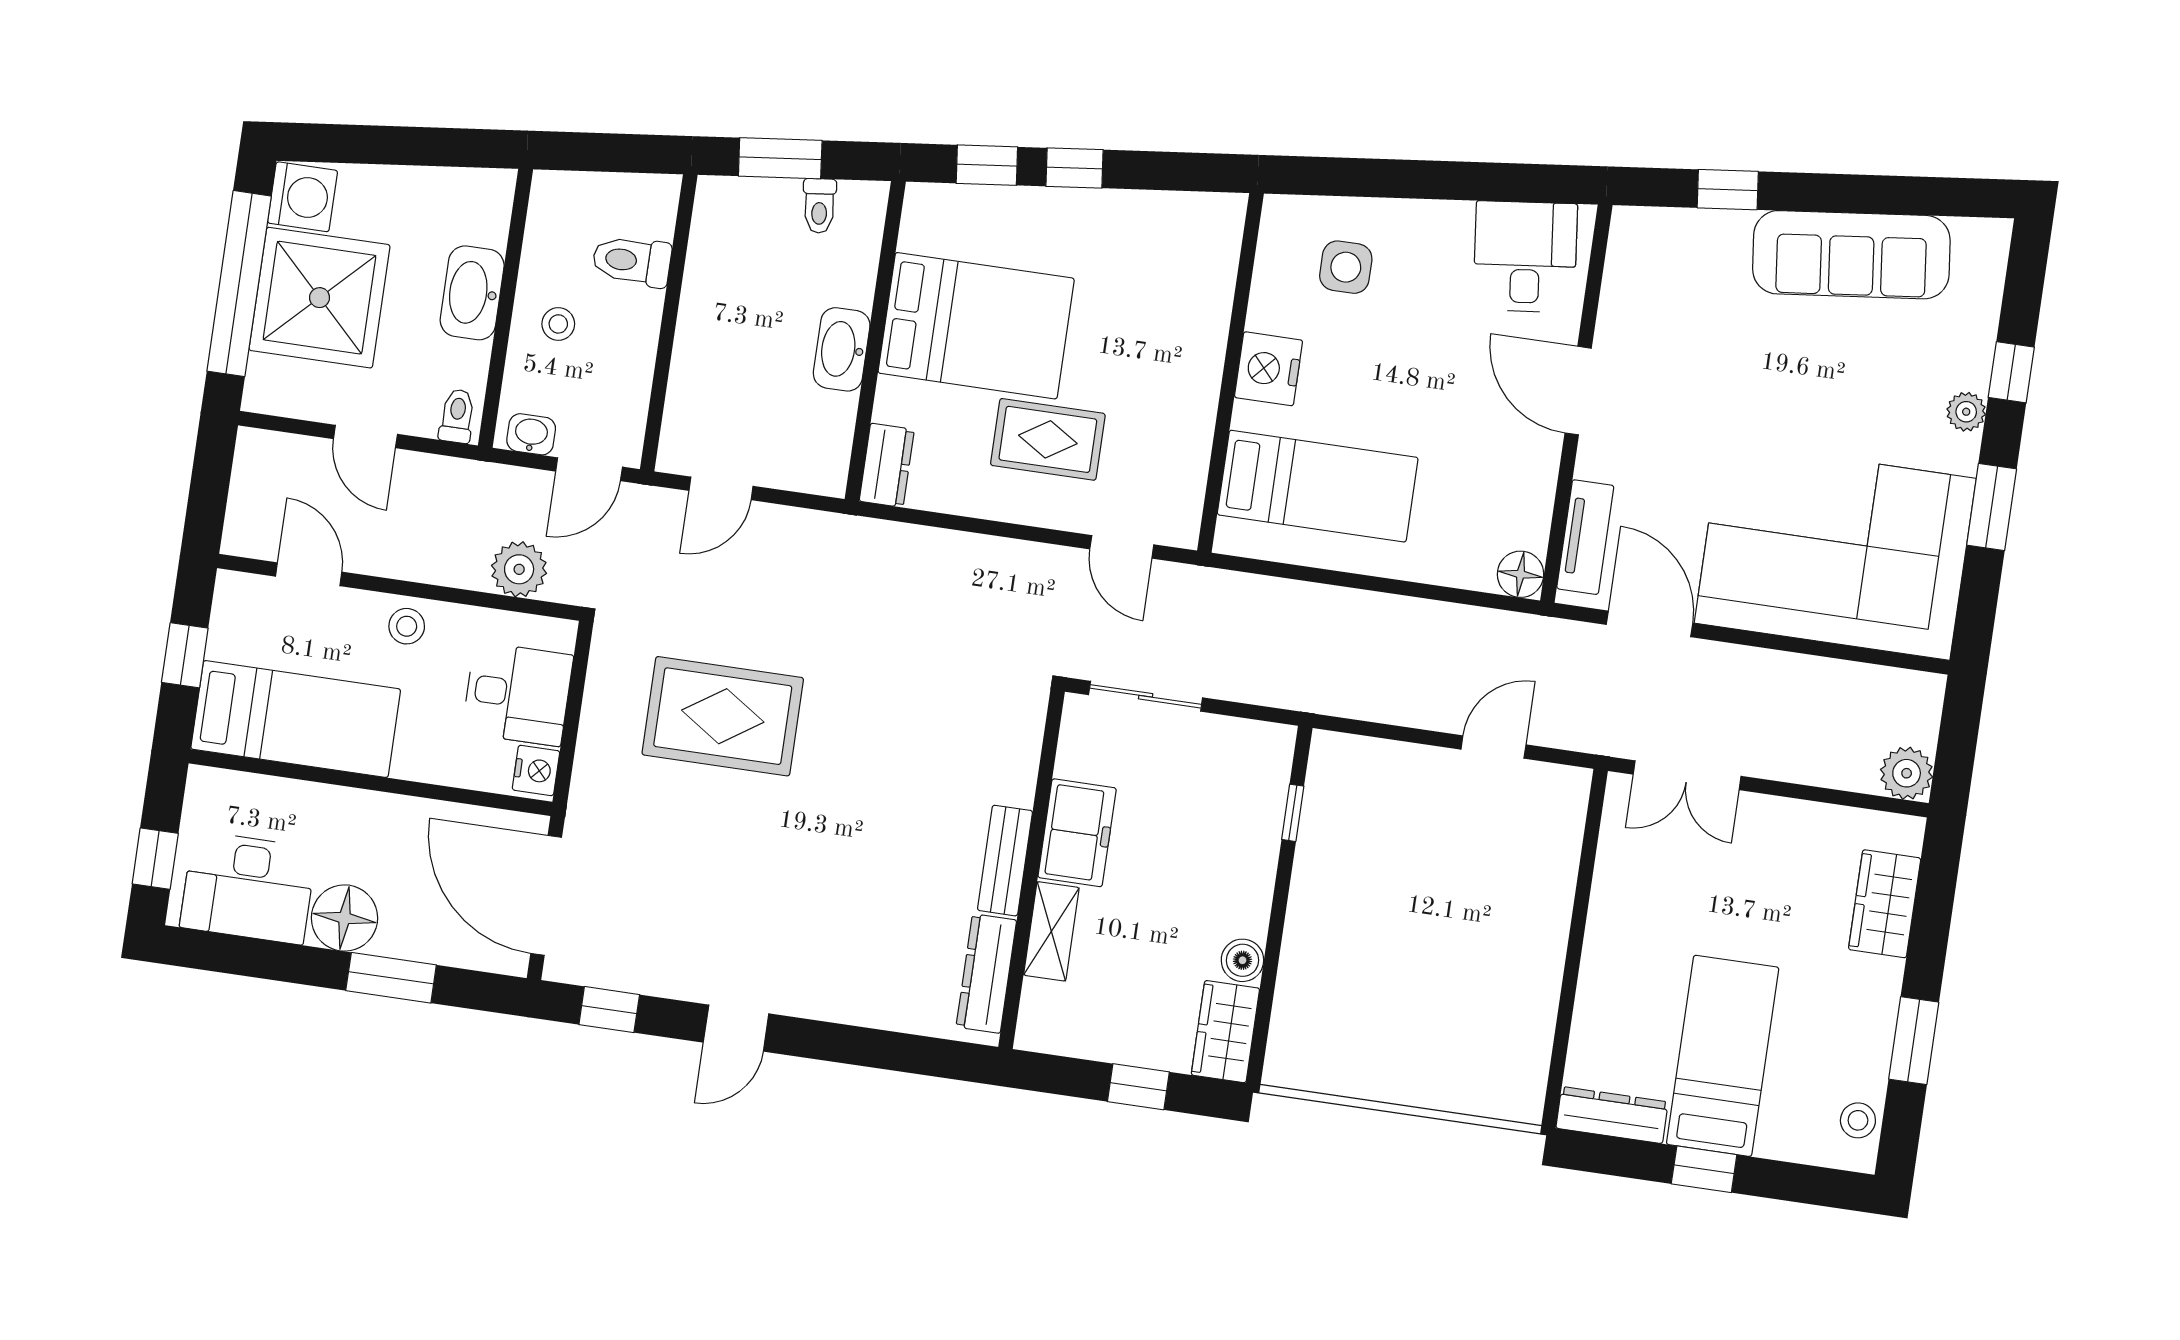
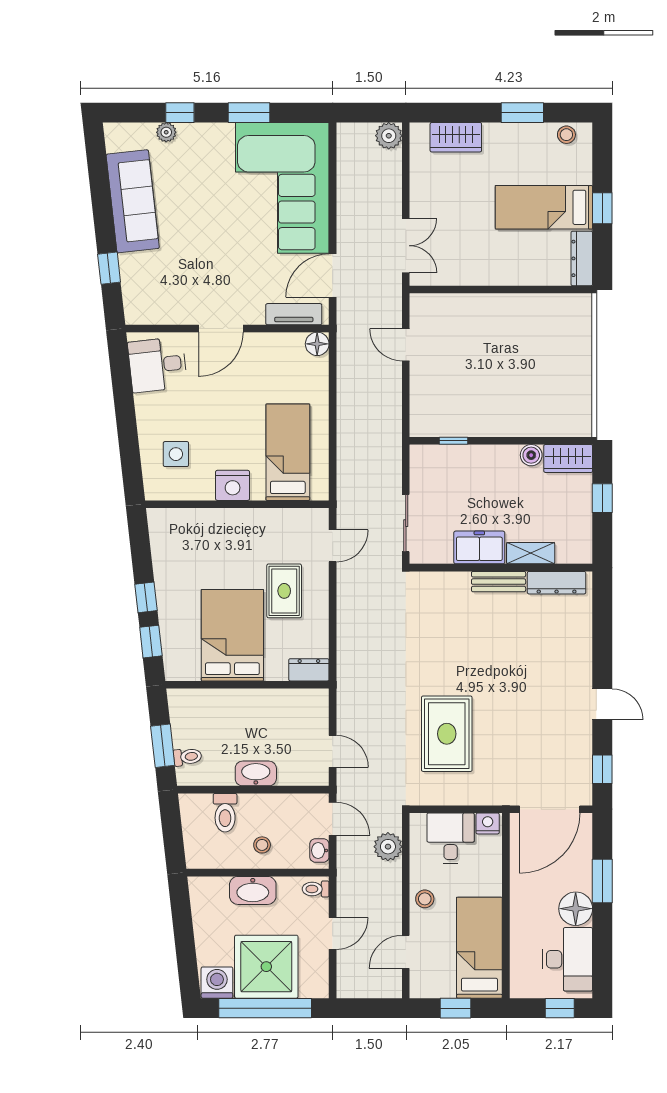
toilet: (819, 206) -> (188, 757), moved
washbasin: (842, 349) -> (256, 773), moved, turned 180
plant: (1966, 412) -> (166, 132), moved

